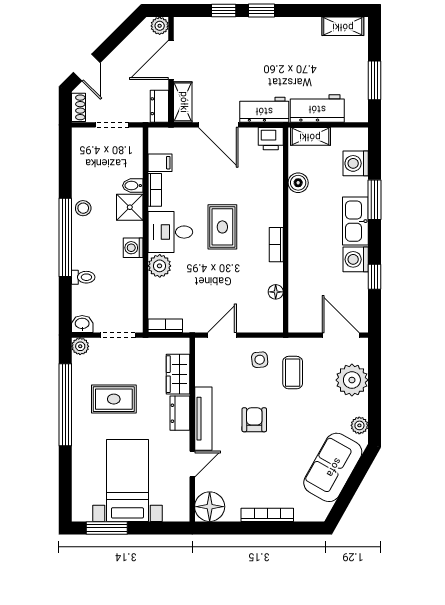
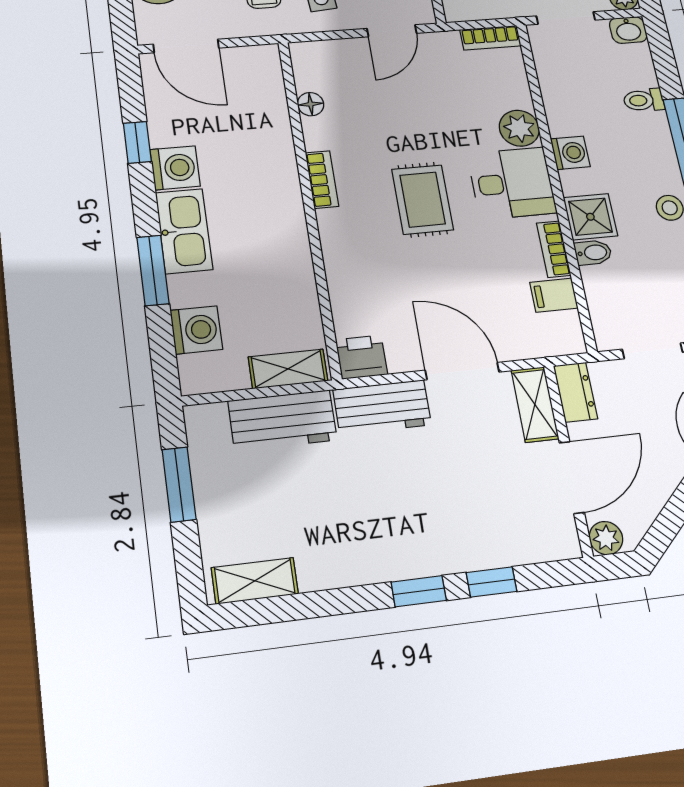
boiler: (298, 183) -> (299, 286), removed

